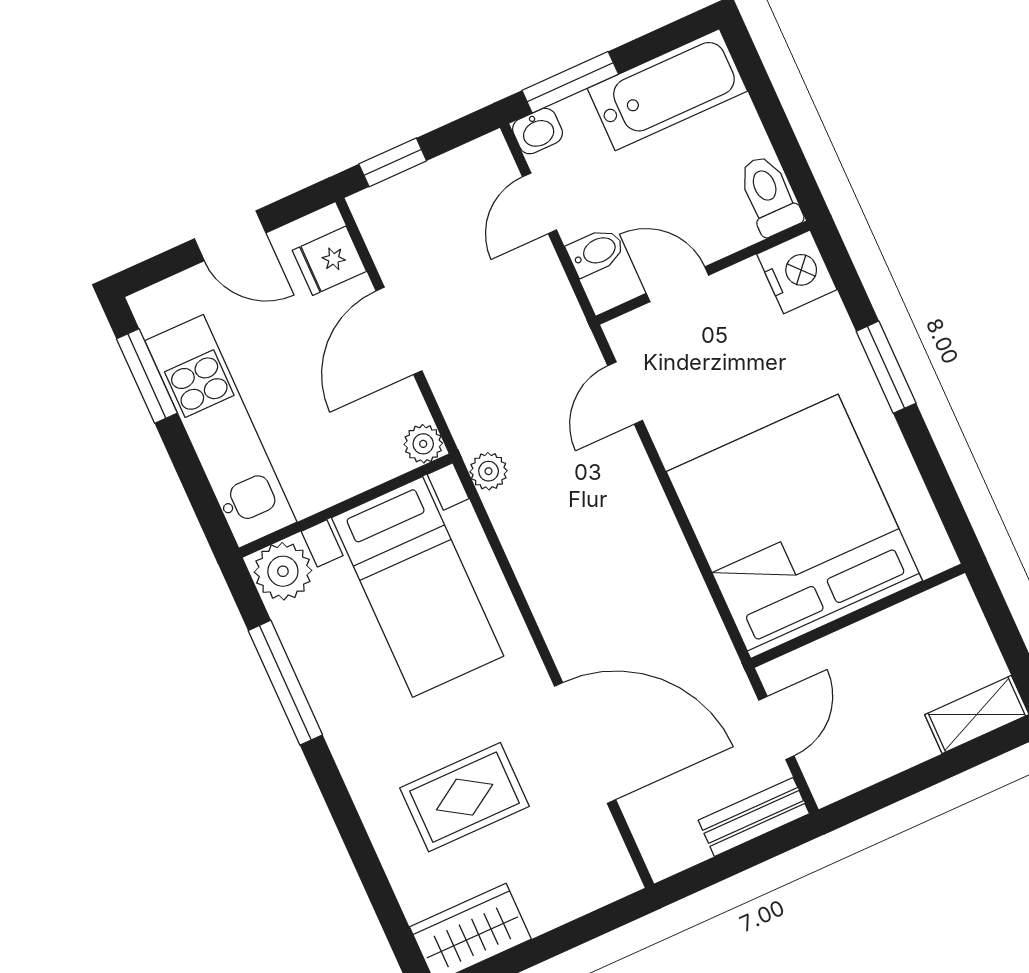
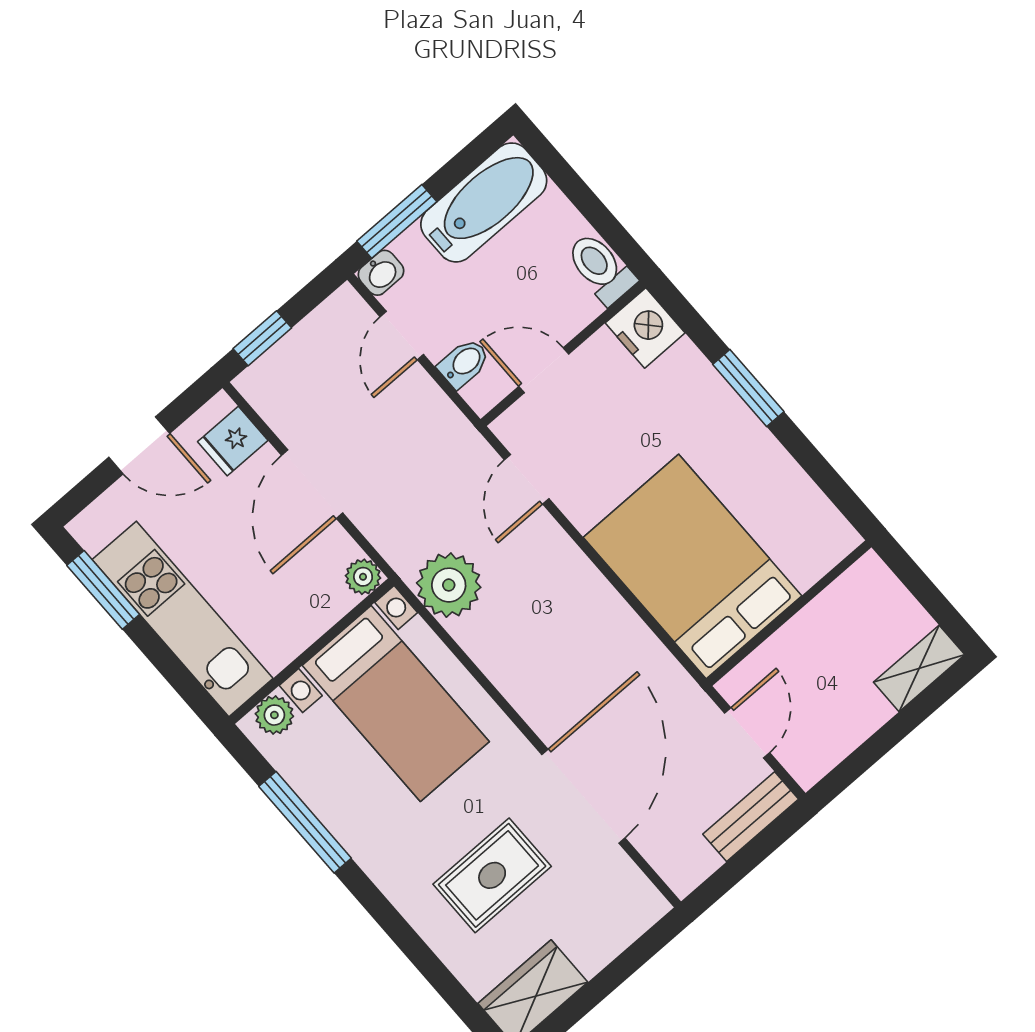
plant: (489, 471) -> (449, 585), width x1.88, depth x1.88
bed: (794, 526) -> (692, 567), width x0.73
plant: (283, 571) -> (274, 715), width x0.73, depth x0.73
door: (585, 743) -> (583, 796), hinge flipped

